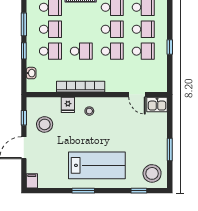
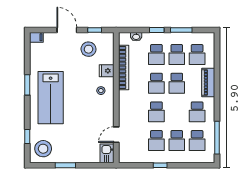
school desk: (112, 29) -> (177, 83), moved
bookcase: (81, 87) -> (124, 67), moved

